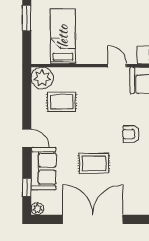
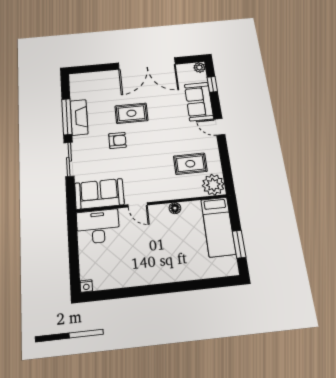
bed: (63, 36) -> (218, 227), moved
floor lamp: (82, 59) -> (175, 208), added
rug: (94, 163) -> (131, 113), moved

